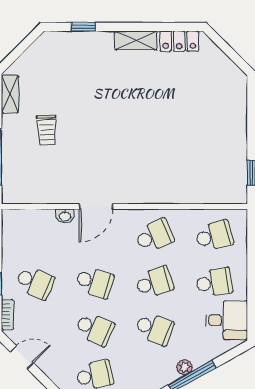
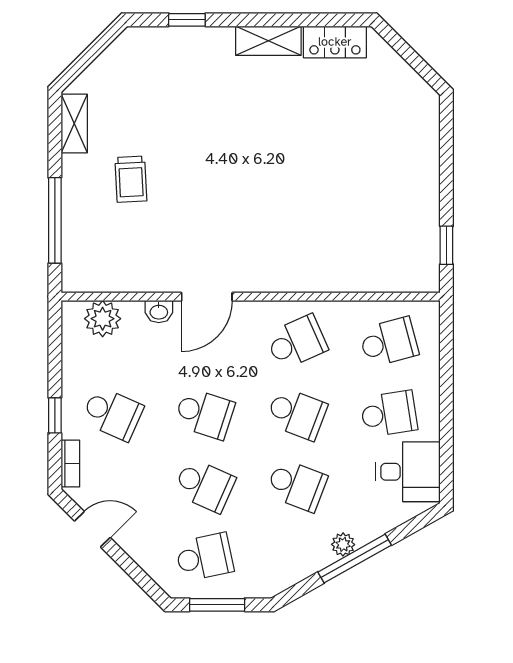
plant: (28, 221) -> (103, 319), added
school desk: (154, 282) -> (297, 414), turned 39

